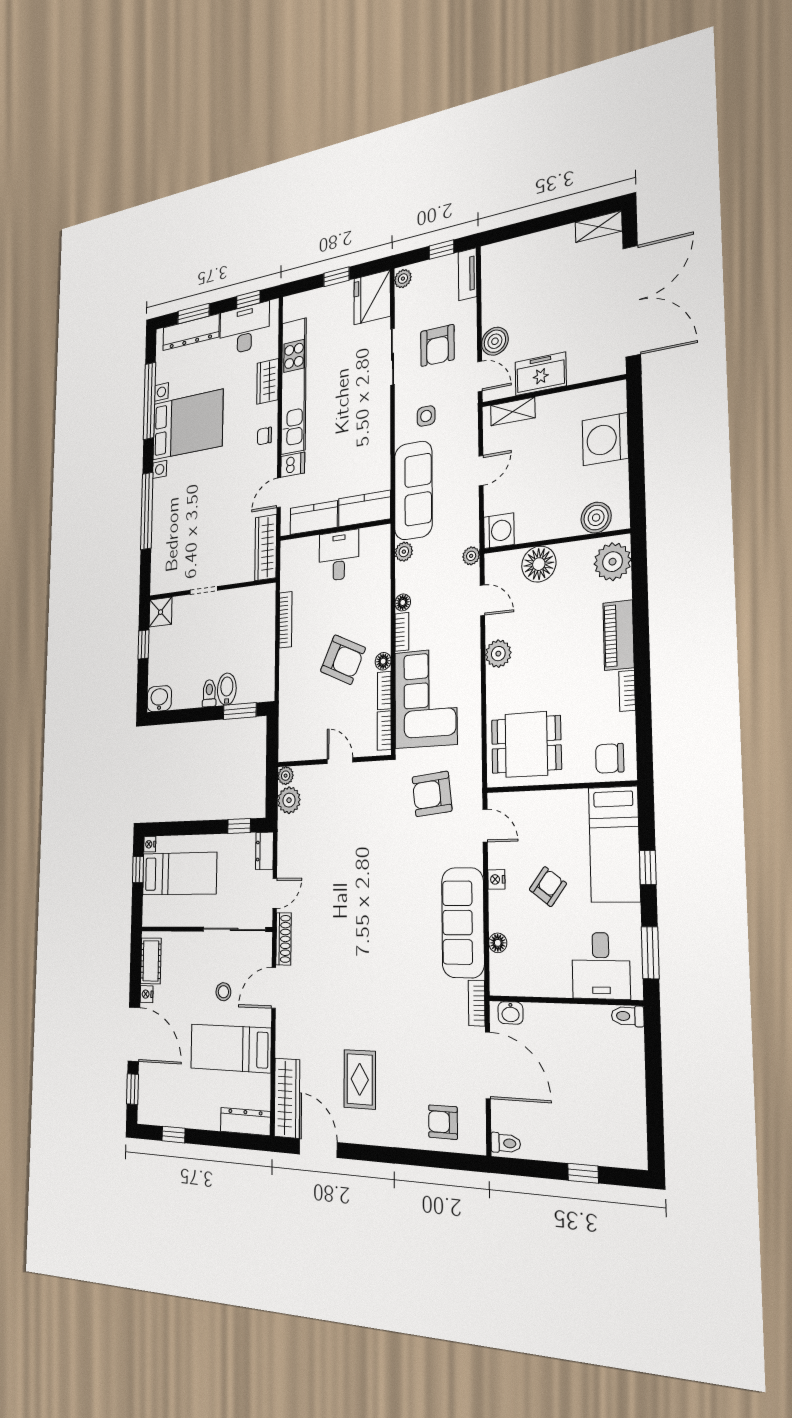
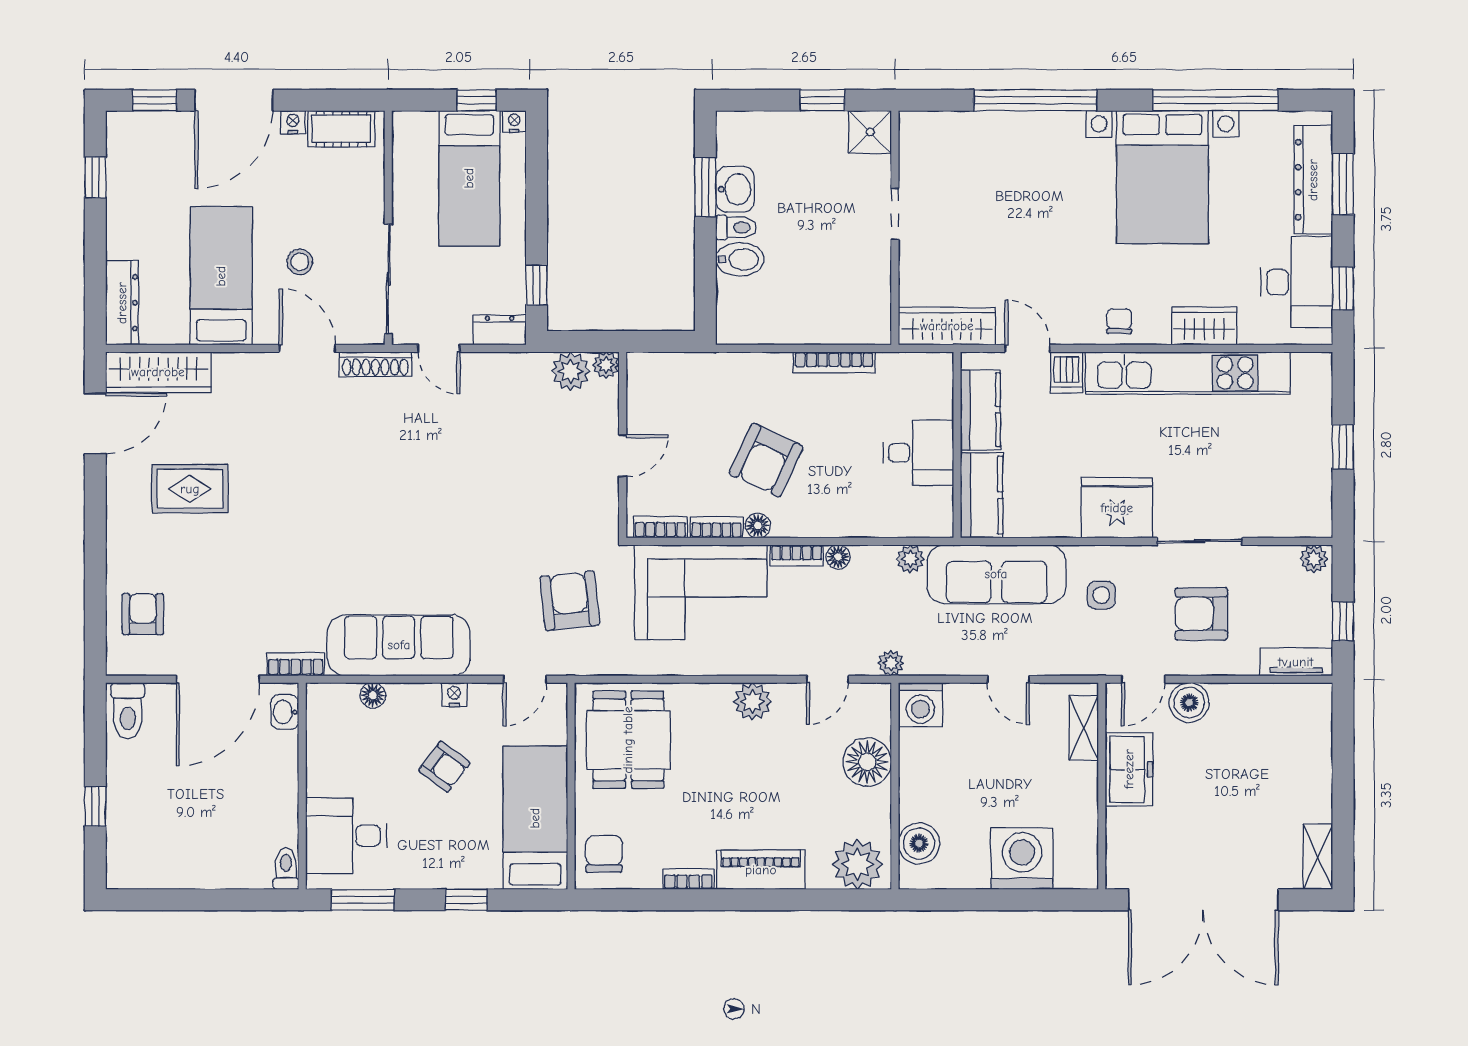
fridge: (372, 297) -> (1117, 508), moved
washbasin: (159, 699) -> (735, 189), moved
window: (240, 711) -> (705, 187), moved
bed: (614, 844) -> (535, 818), moved, turned 90
toilet: (506, 1143) -> (128, 711), width x1.37, depth x1.39

